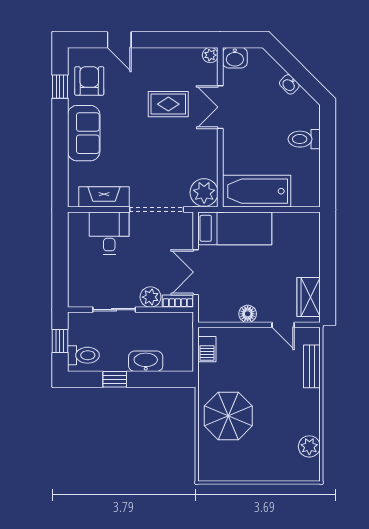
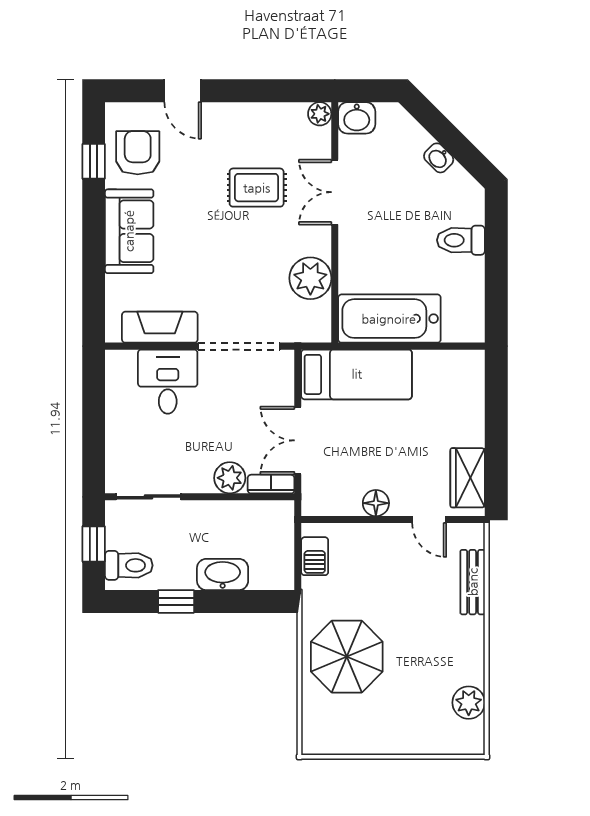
plant: (204, 193) -> (310, 278), moved
sliding door: (114, 310) -> (148, 497), moved

